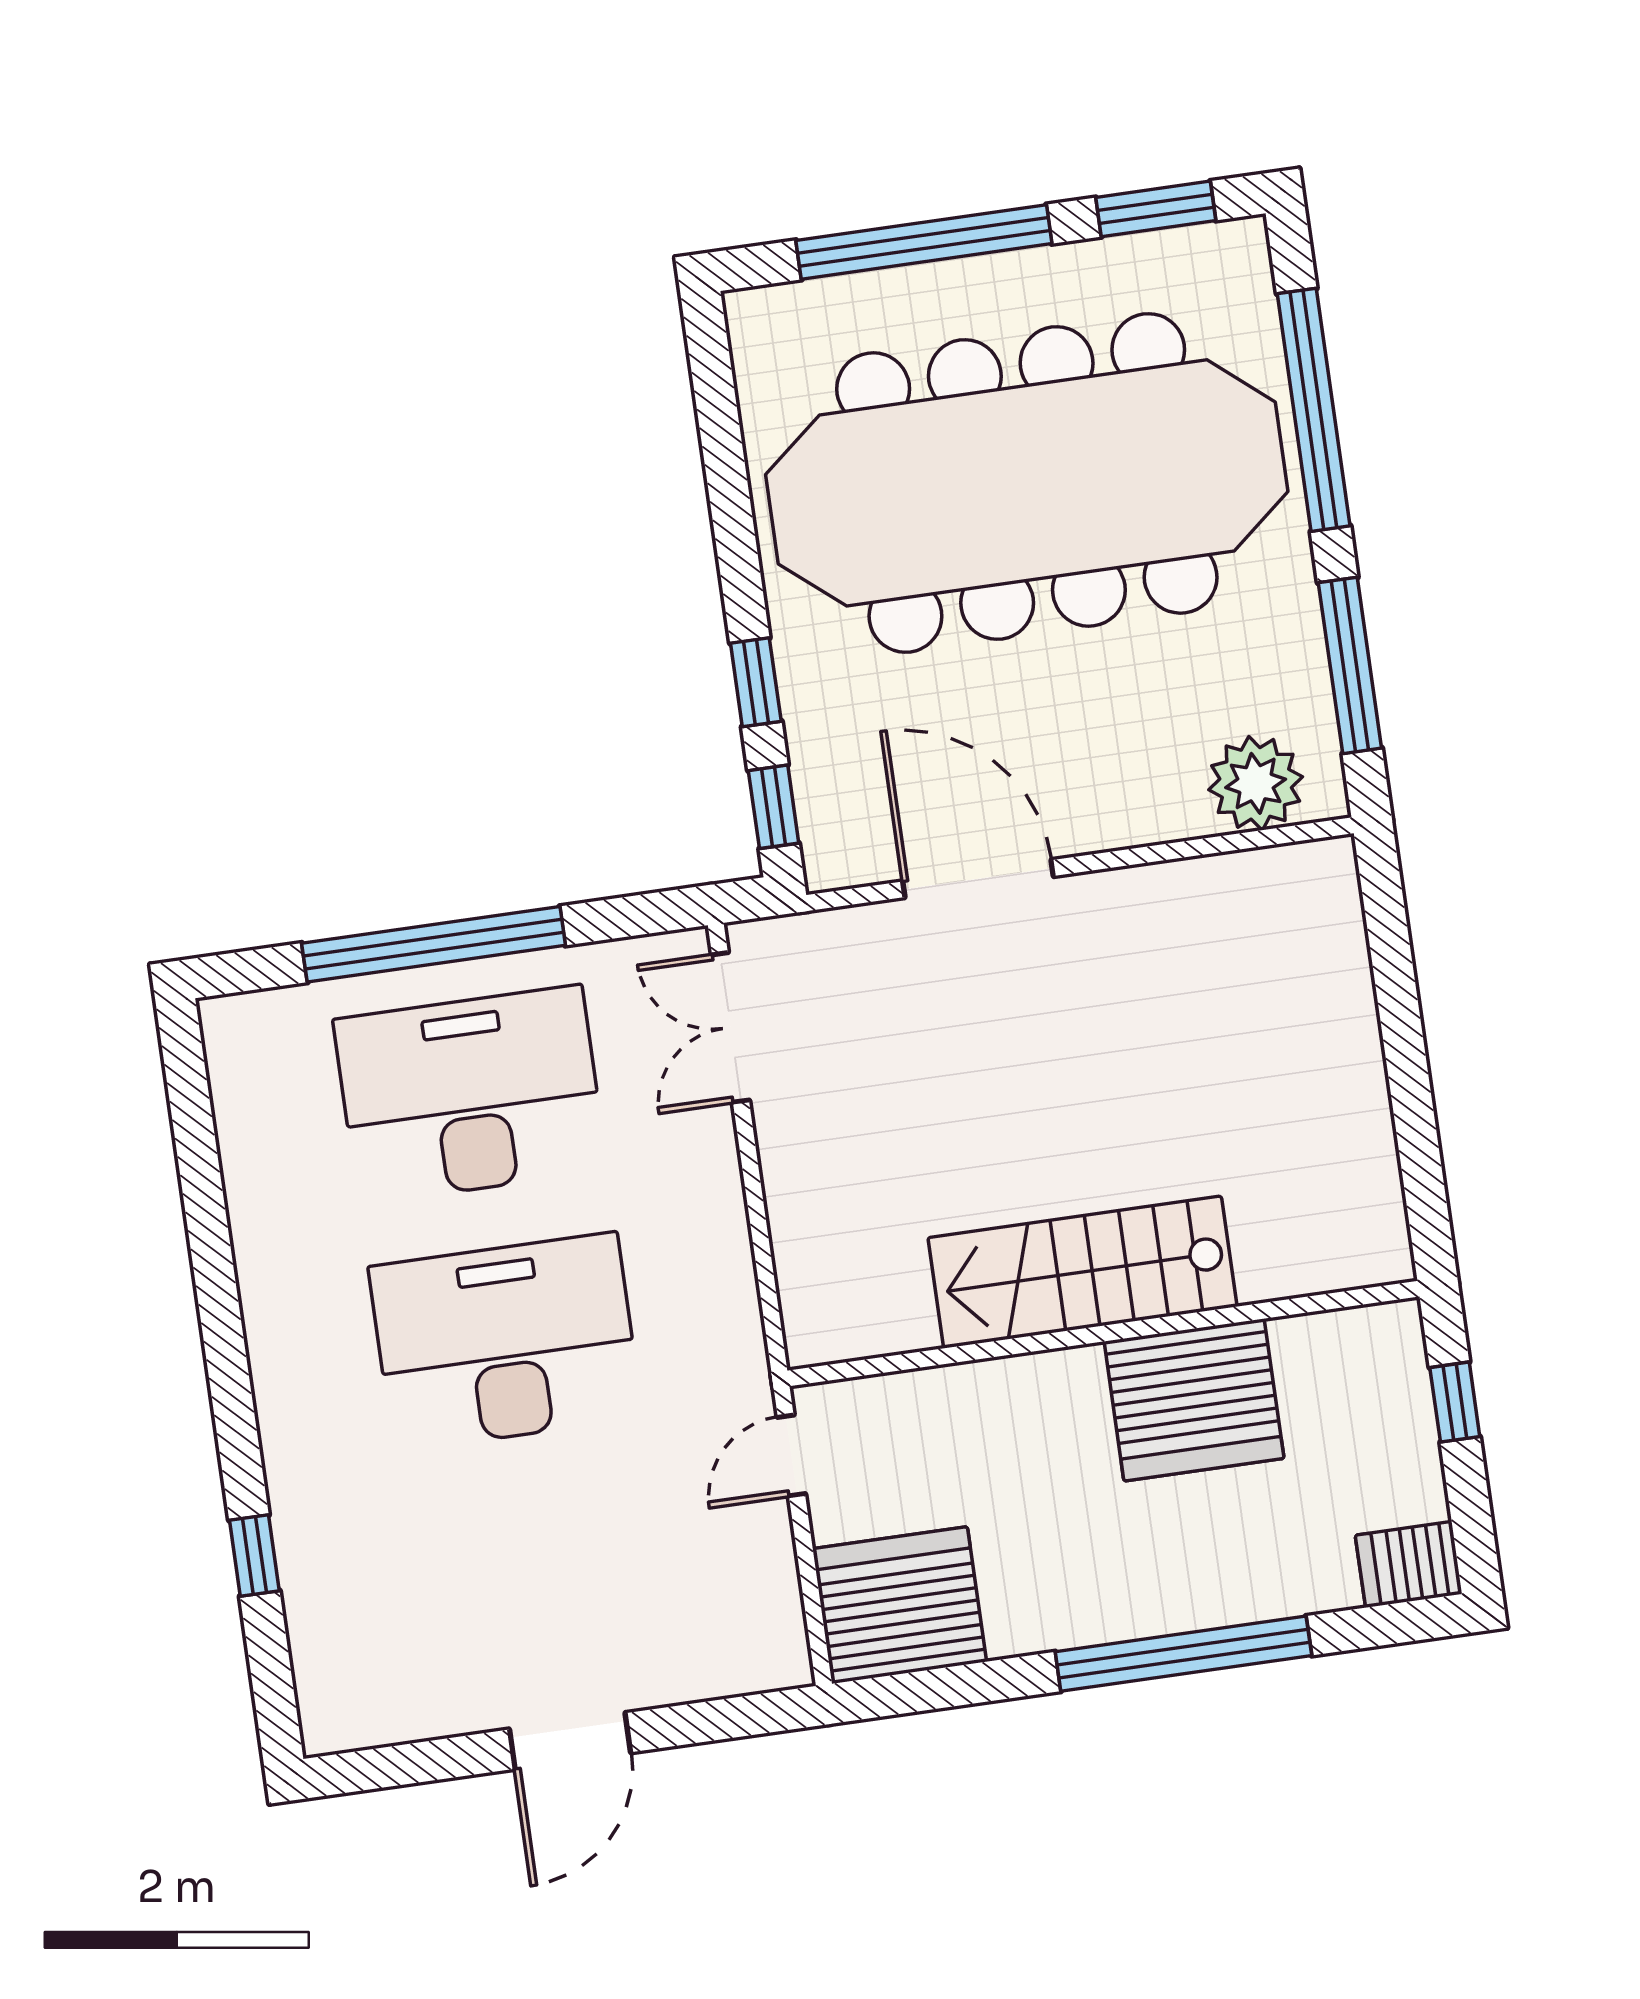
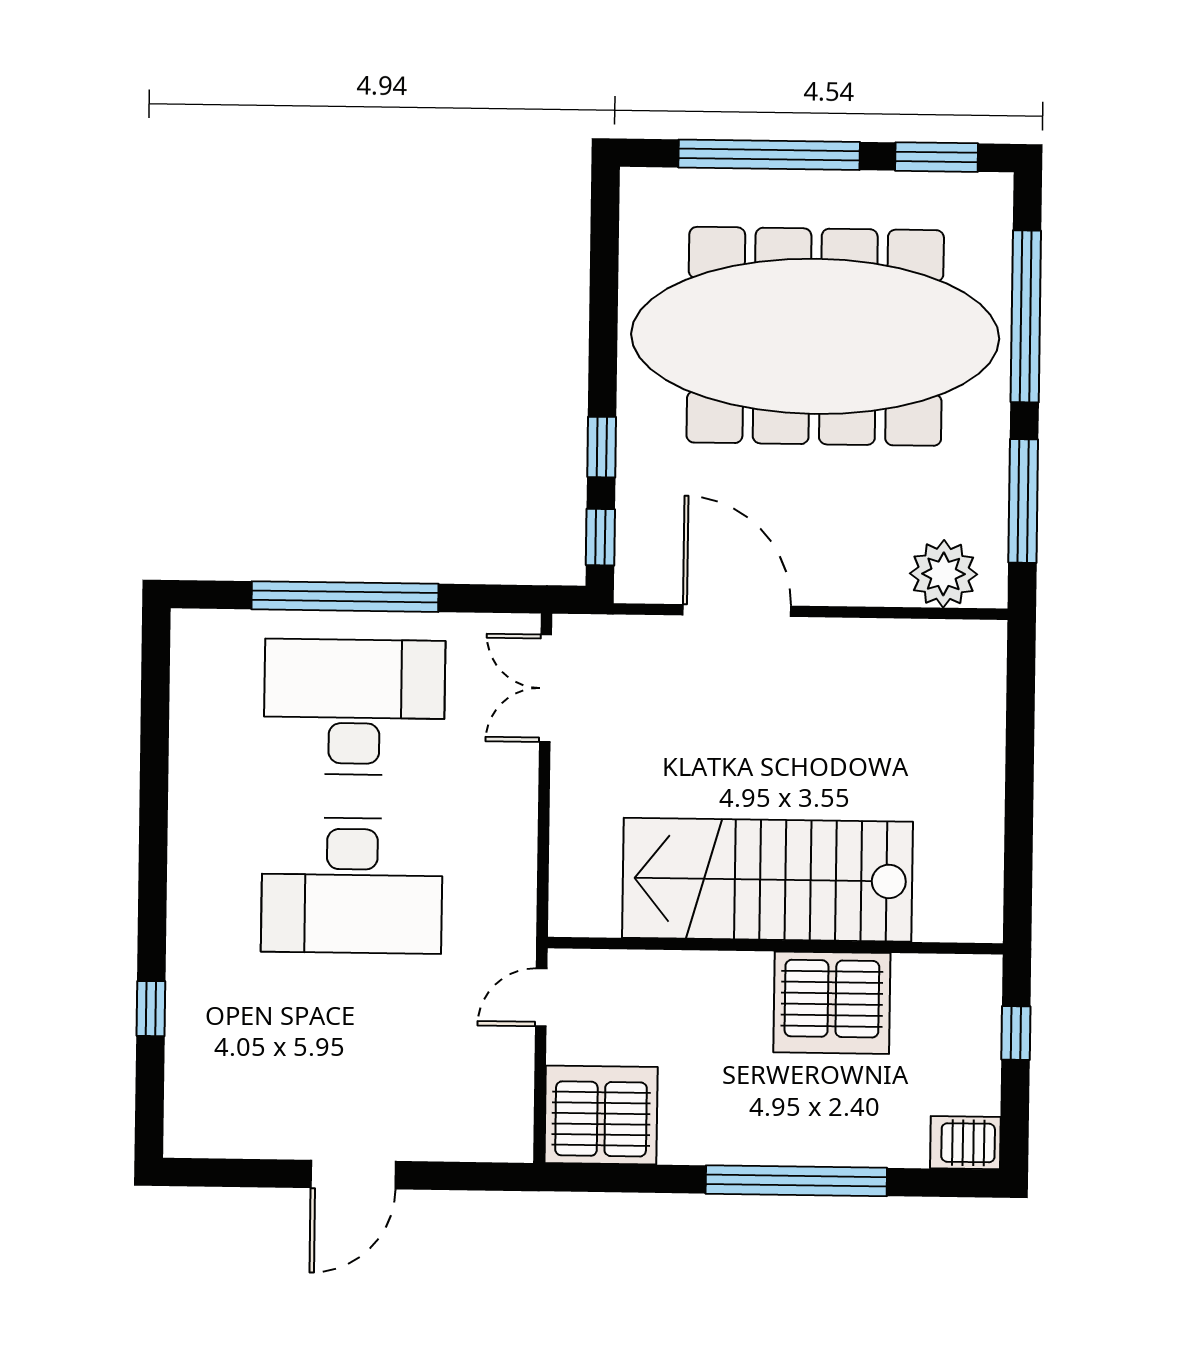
stairs: (1082, 1272) -> (767, 880), width x1.36, depth x1.51
desk: (506, 1342) -> (352, 886), turned 180

